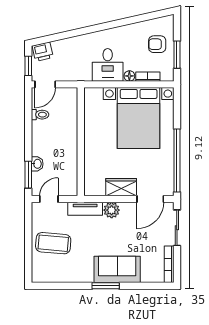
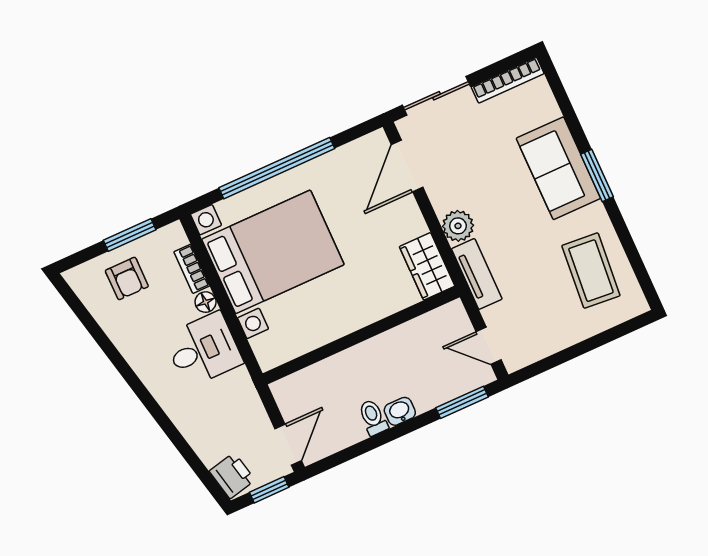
door: (45, 84) -> (288, 445), hinge flipped
toilet: (40, 115) -> (373, 417), moved
window: (177, 161) -> (277, 168), moved
washbasin: (37, 164) -> (400, 411), moved
wardrobe: (121, 187) -> (427, 266), moved
door: (150, 199) -> (407, 166), swing flipped
coffee table: (53, 243) -> (591, 271), moved

